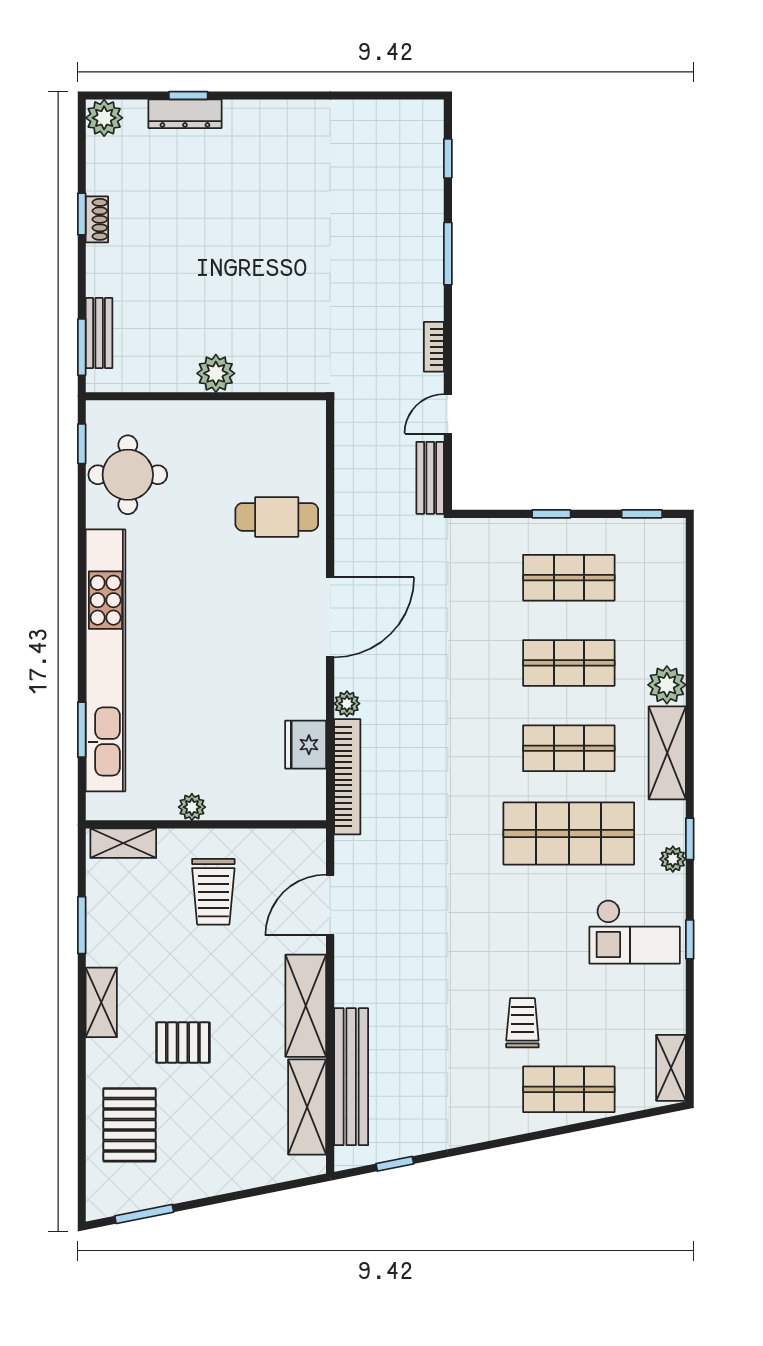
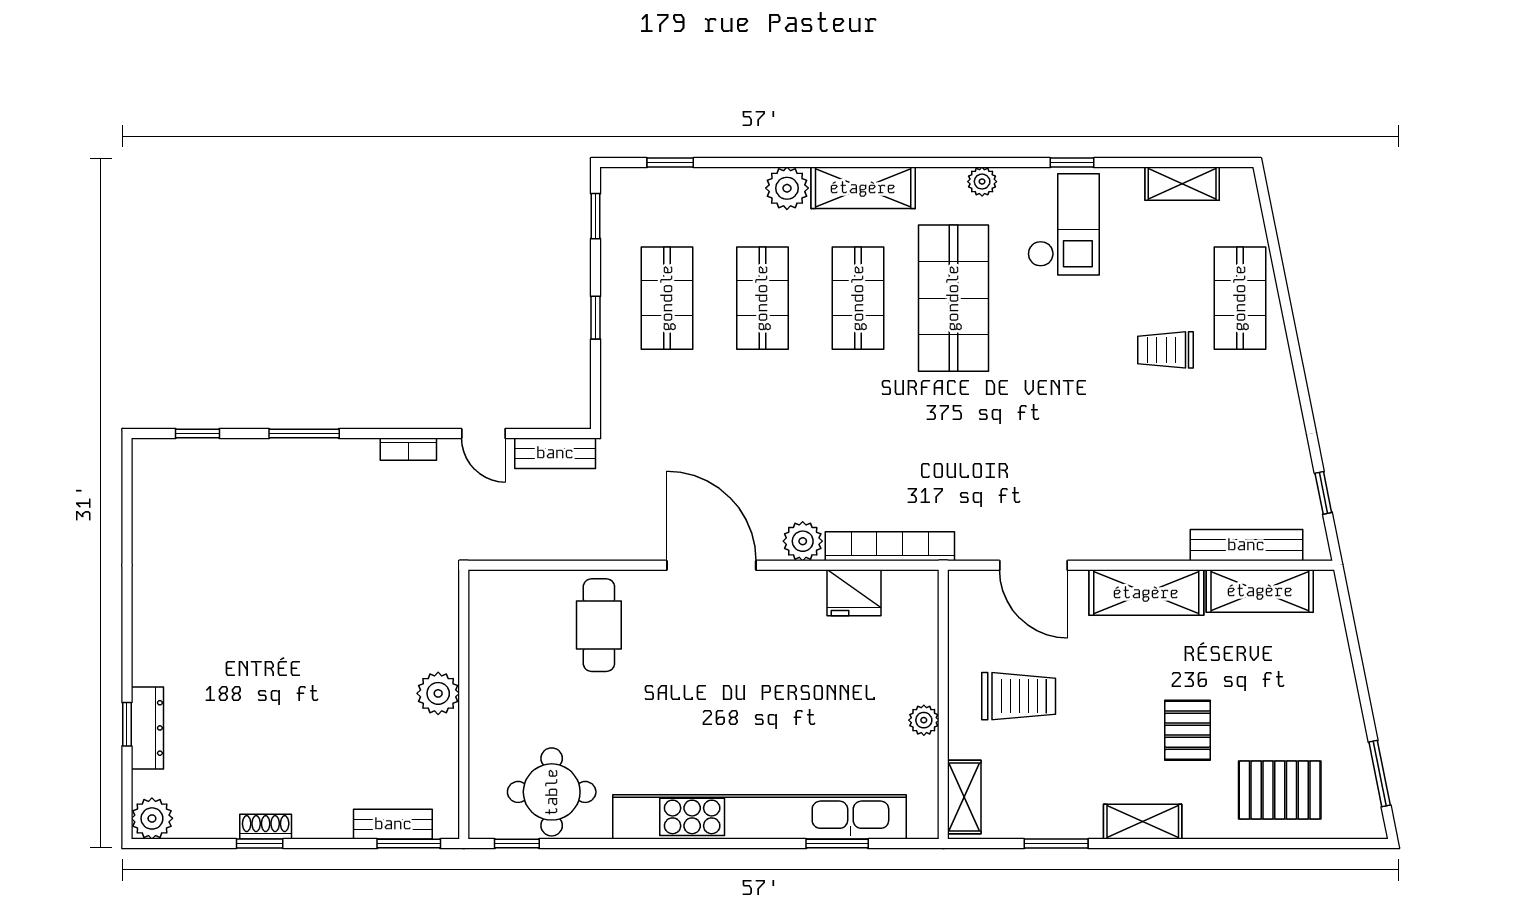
plant: (347, 704) -> (803, 541), width x1.38, depth x1.38
window: (690, 839) -> (670, 163), moved
shelving: (671, 1068) -> (1182, 184), moved
bench: (351, 1077) -> (1246, 545), width x0.73, depth x0.82

